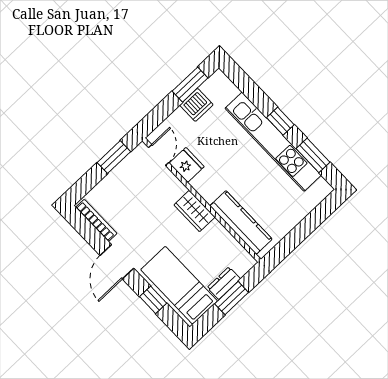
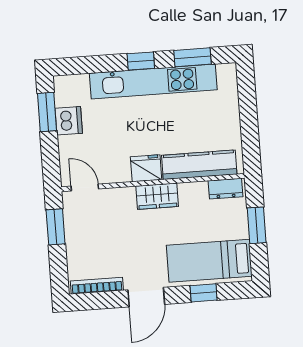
fridge: (187, 165) -> (146, 168), moved
door: (117, 262) -> (146, 297), hinge flipped
dresser: (224, 283) -> (226, 189), moved, turned -90

